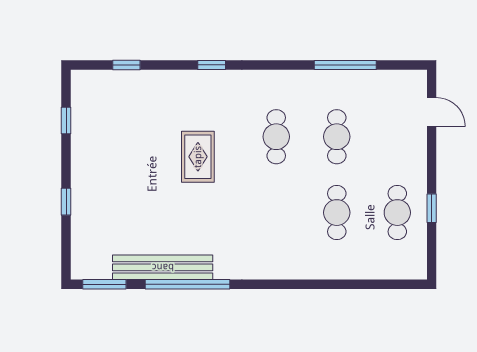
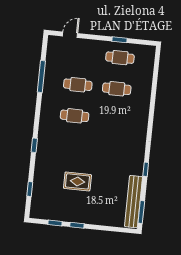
rug: (198, 157) -> (77, 181), moved
window: (66, 202) -> (77, 225), moved
bench: (163, 267) -> (133, 202), moved
window: (187, 284) -> (146, 169), width x0.32

